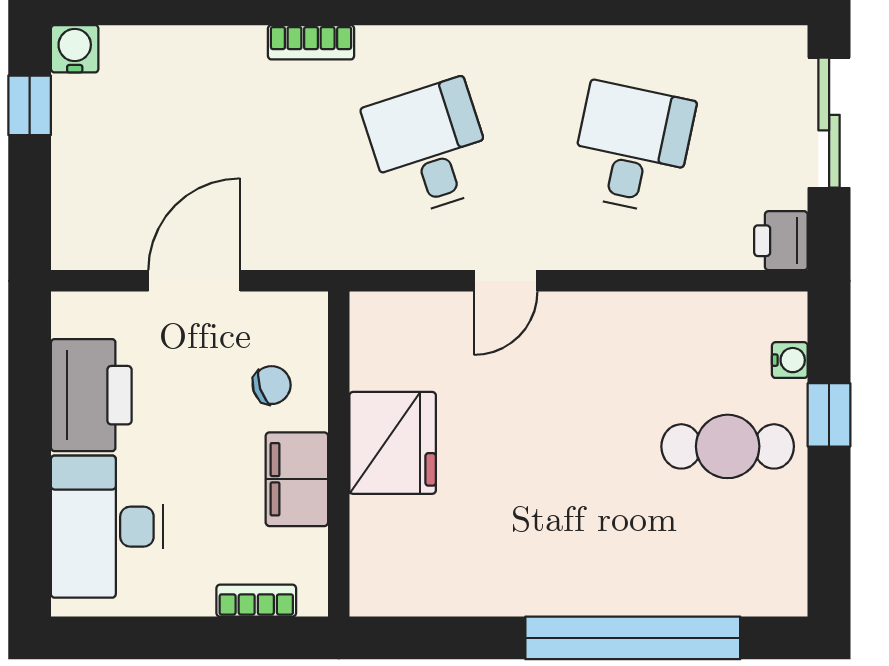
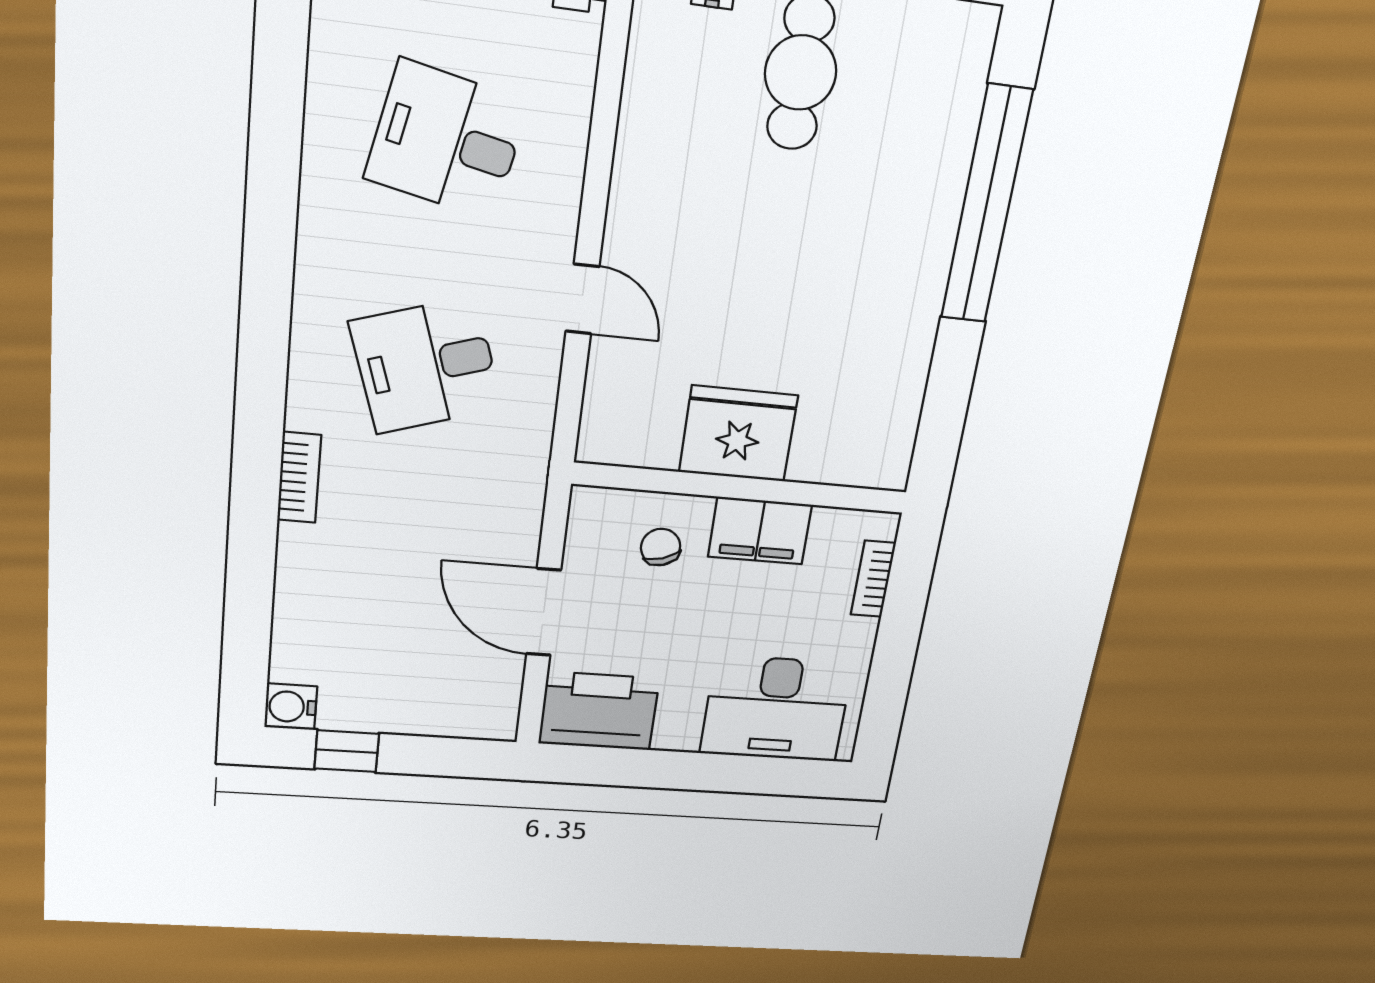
printer: (91, 395) -> (599, 711), moved

